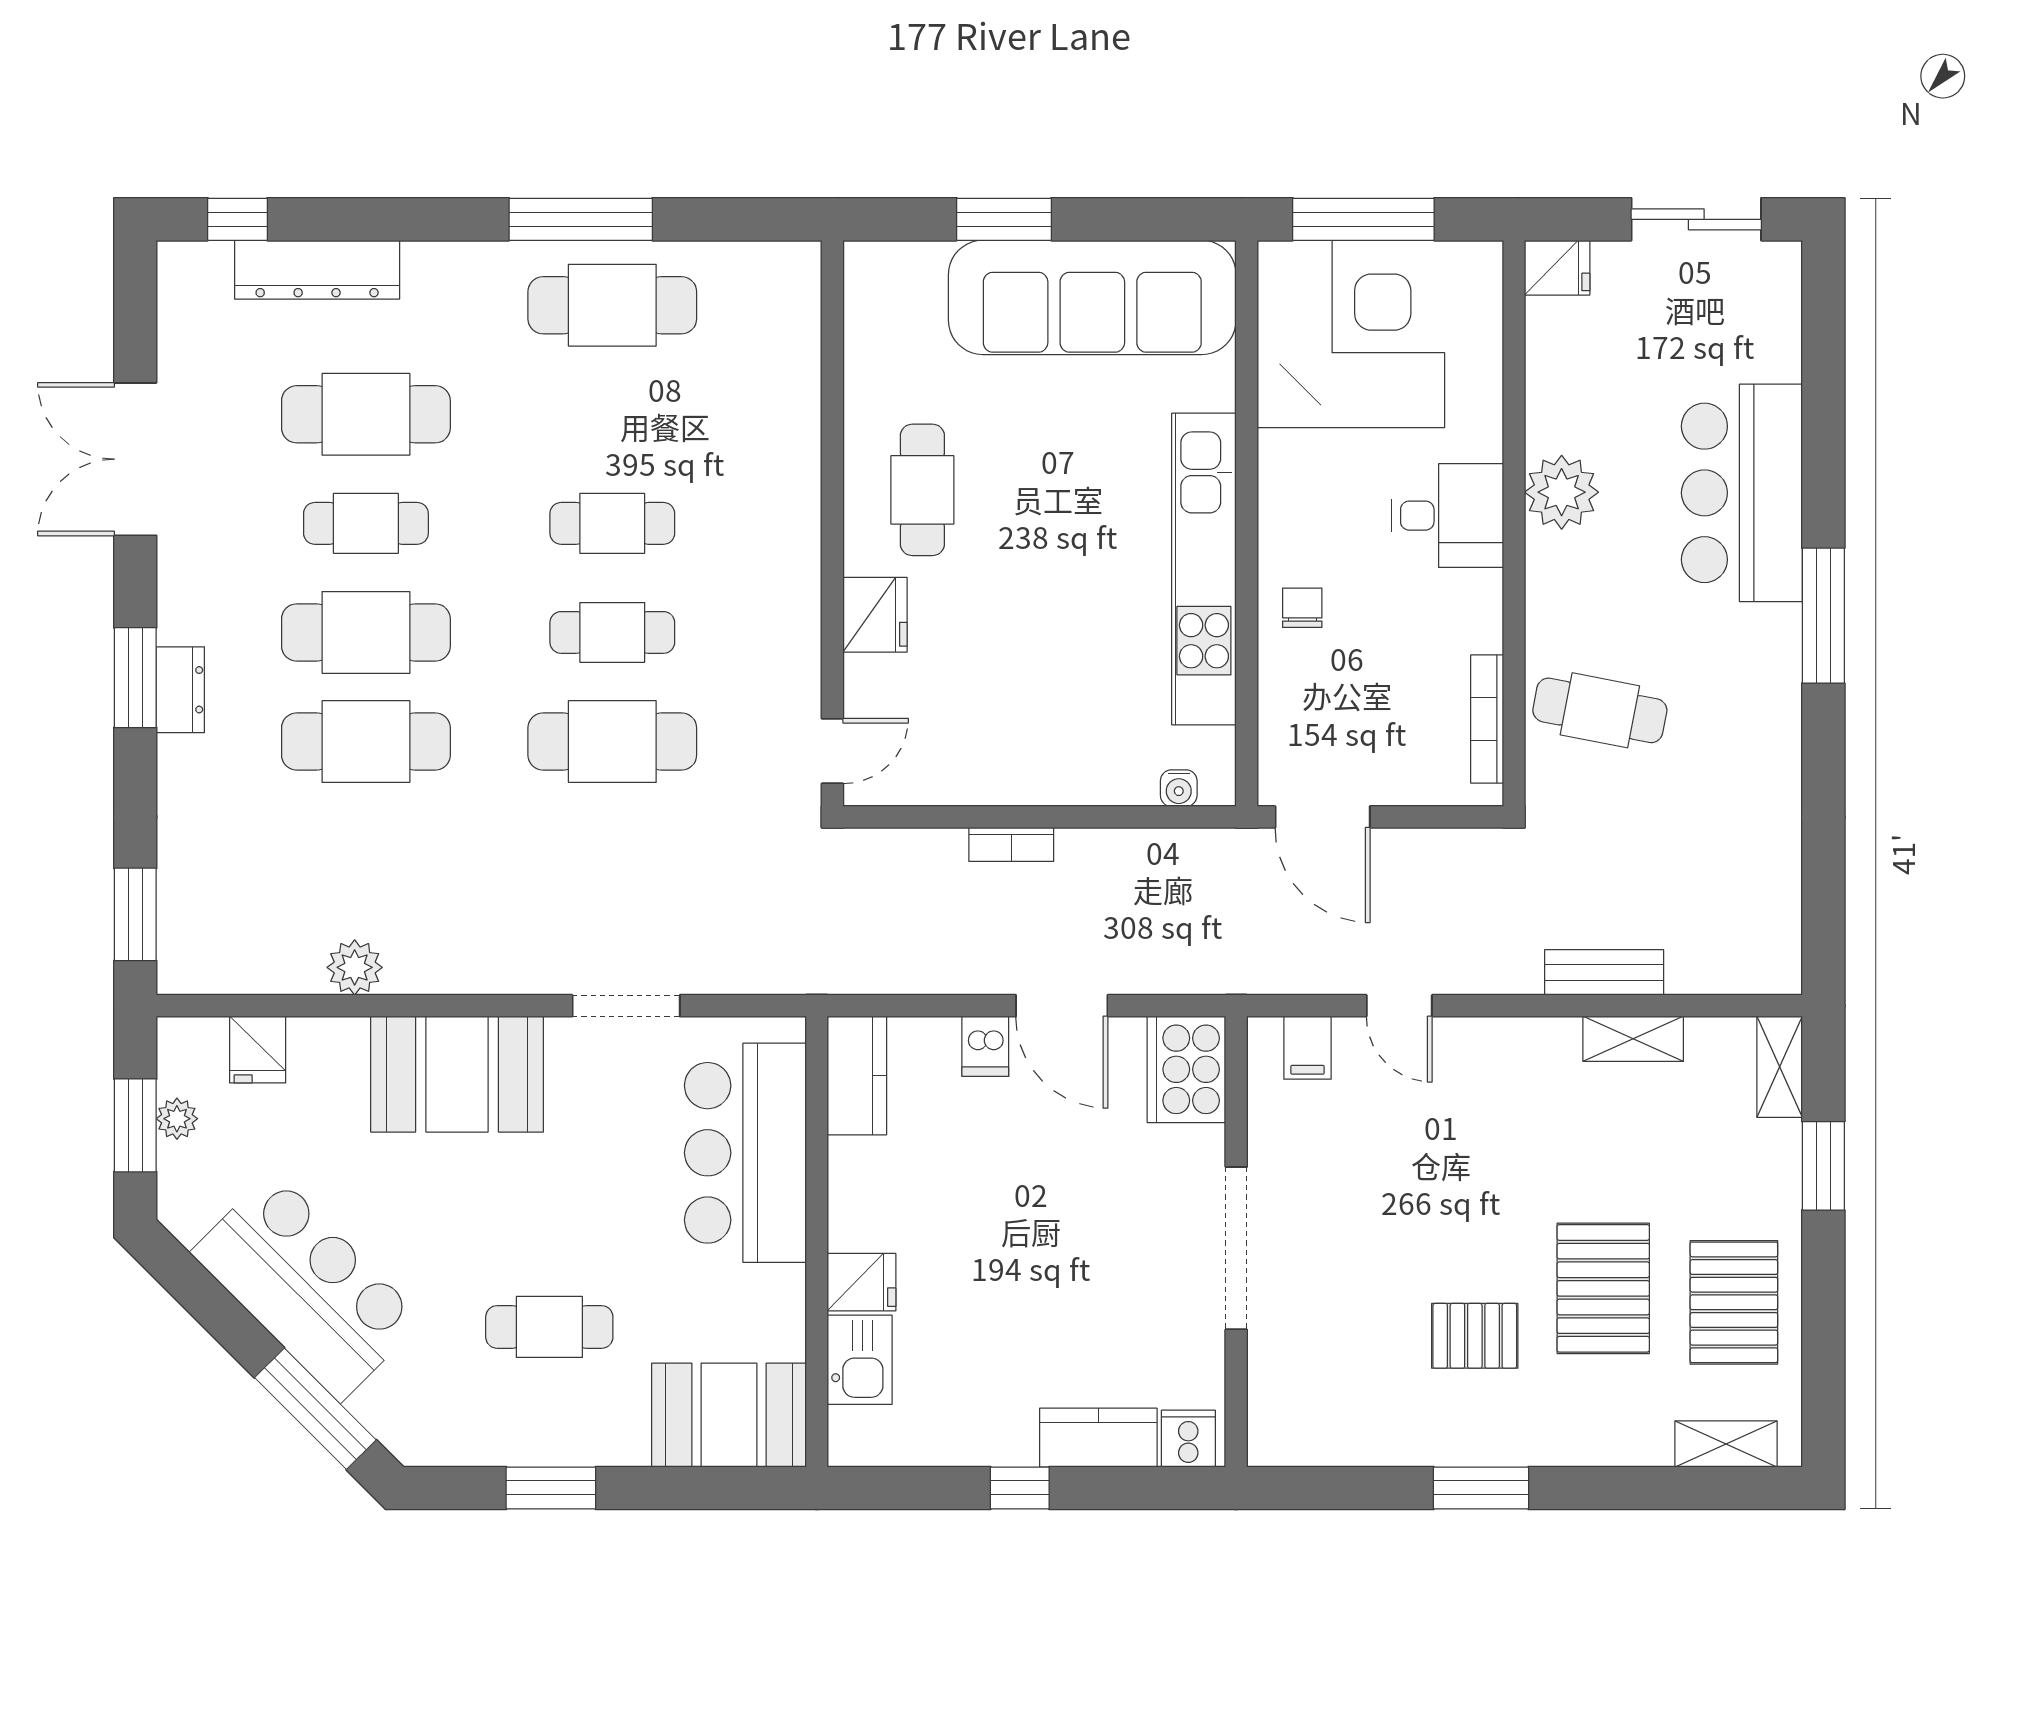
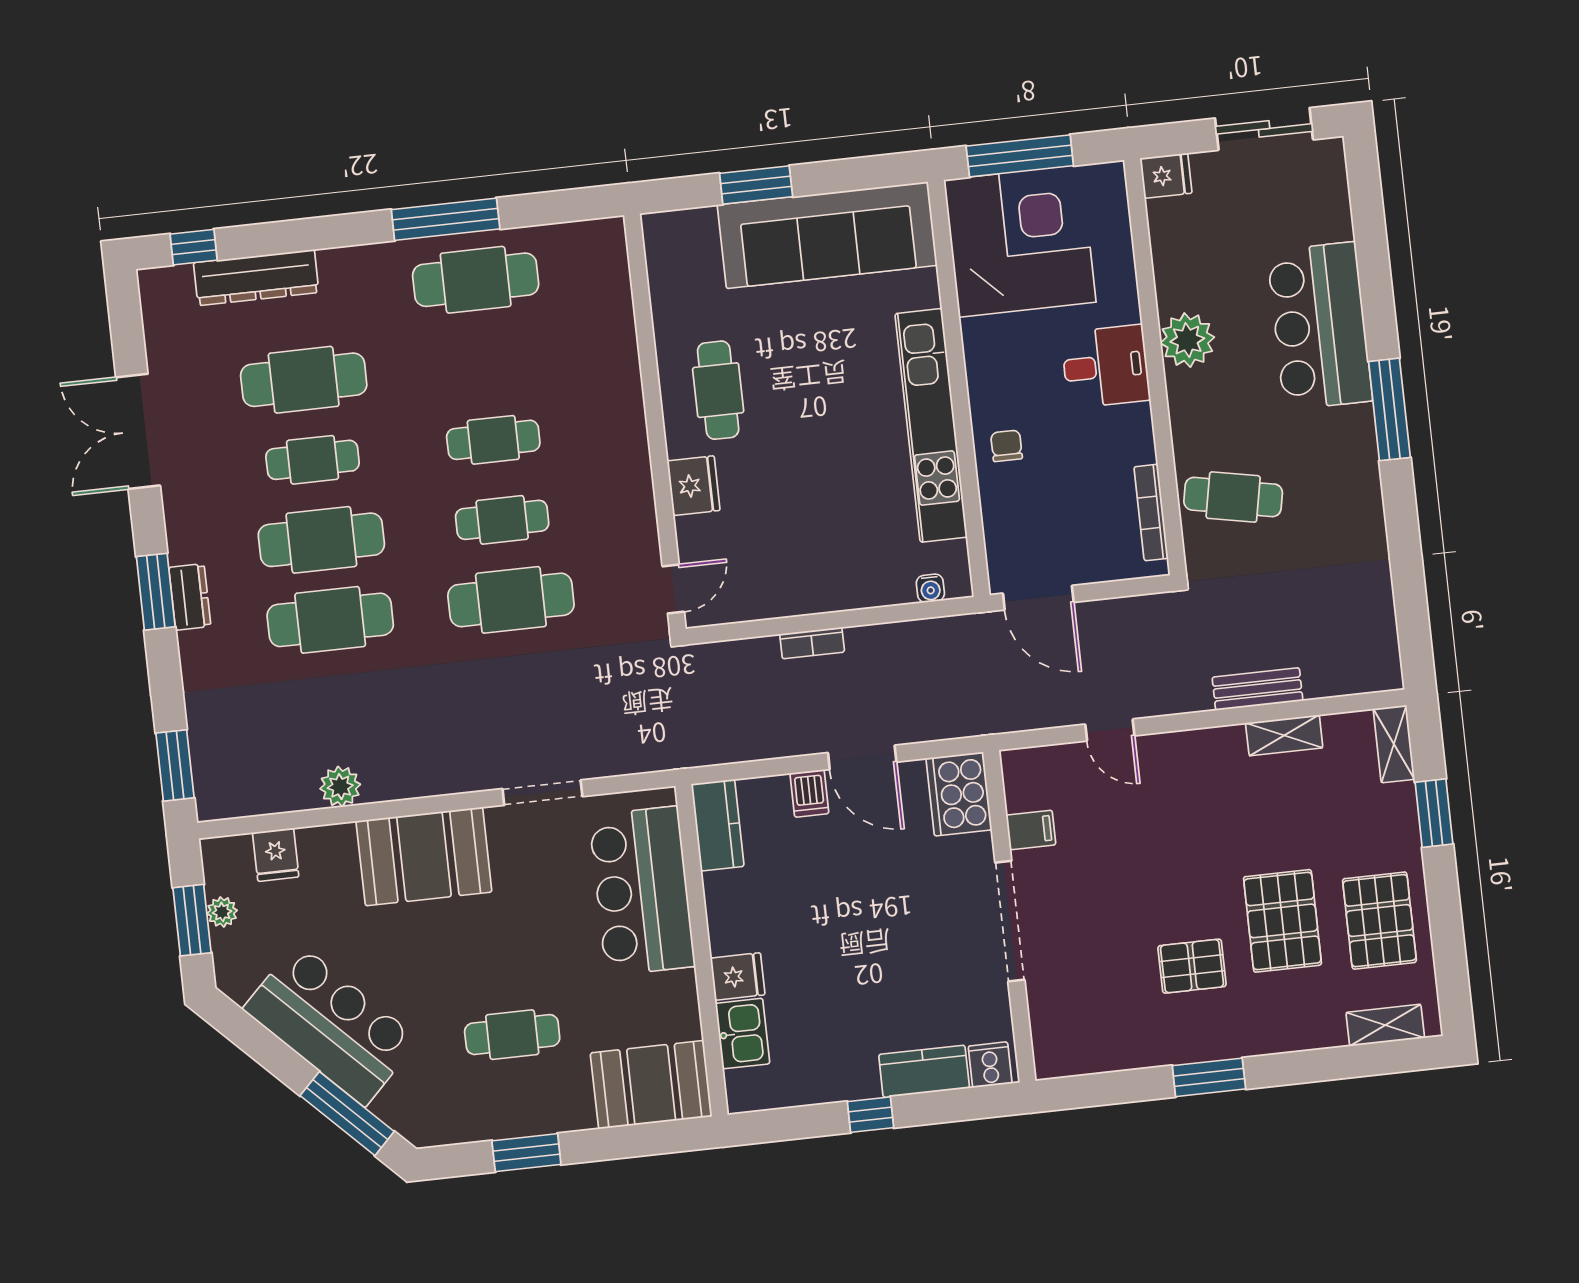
filing cabinet: (1307, 1048) -> (1031, 830), moved, turned -90

